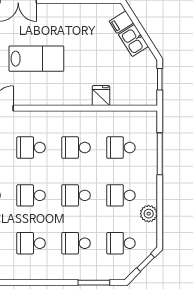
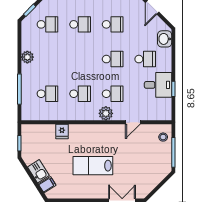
lab bench: (36, 59) -> (93, 166), moved
plant: (40, 120) -> (106, 113), added
school desk: (76, 195) -> (80, 59), removed
school desk: (121, 195) -> (47, 59), removed
plant: (149, 214) -> (27, 57), moved

